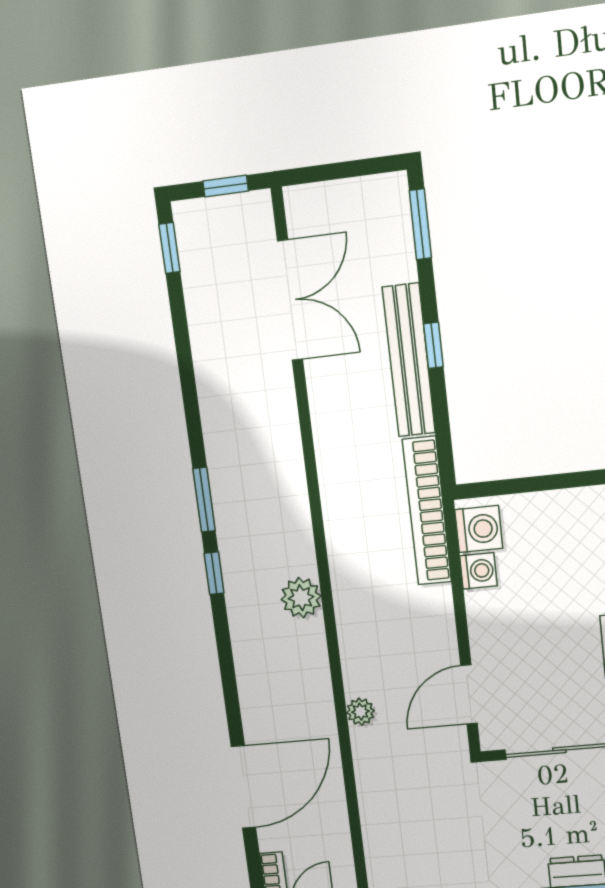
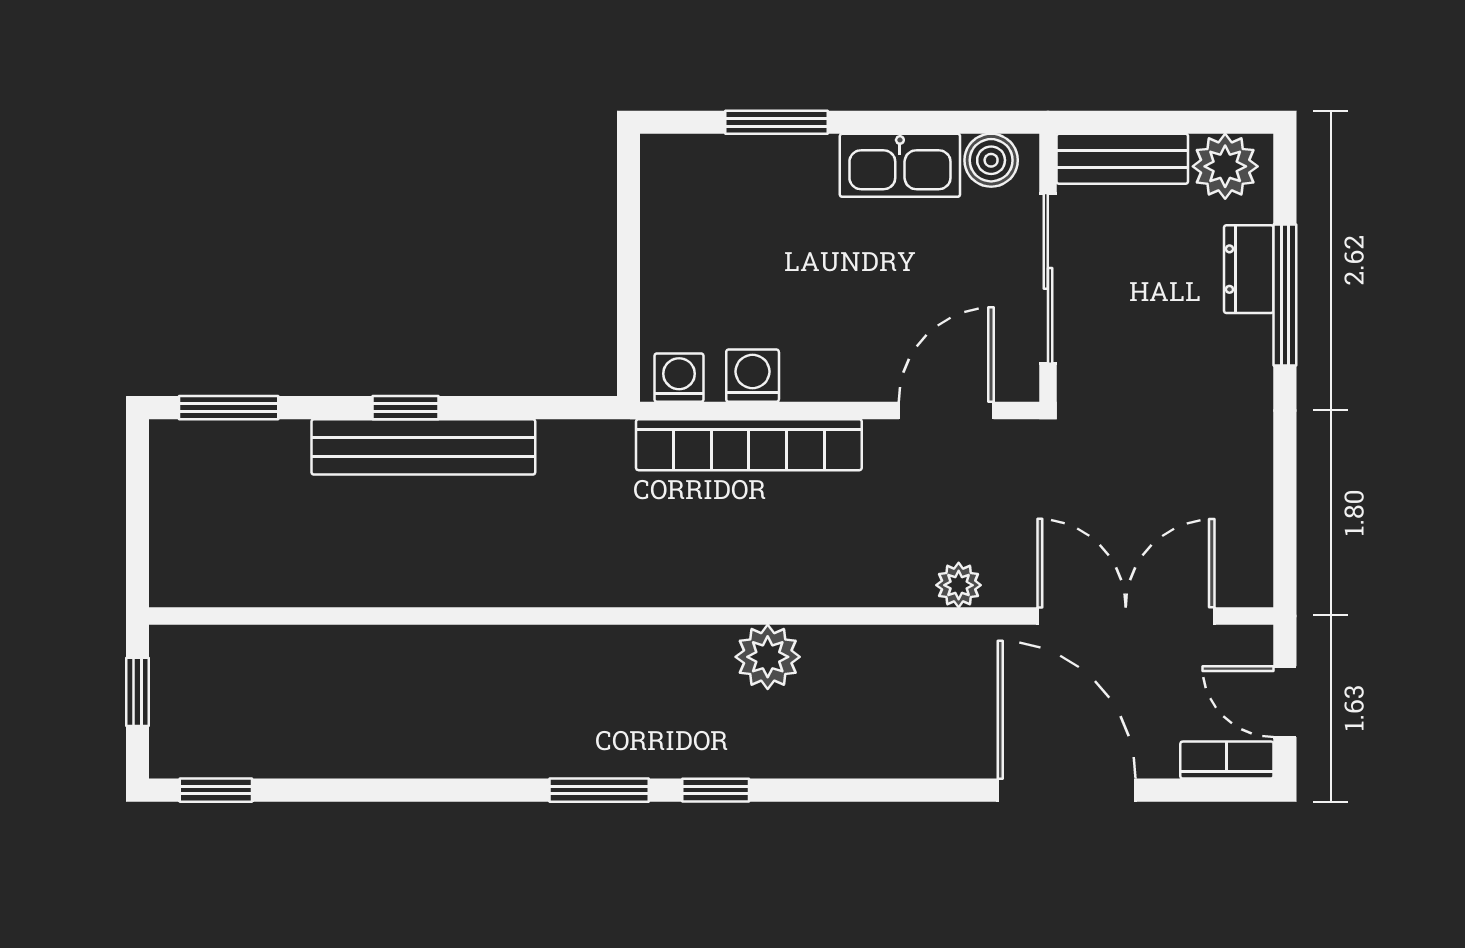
double door: (290, 300) -> (1126, 616), moved
bookcase: (427, 511) -> (749, 445), moved
washing machine: (479, 529) -> (679, 378), width x0.73, depth x0.73
door: (469, 695) -> (946, 411), swing flipped

